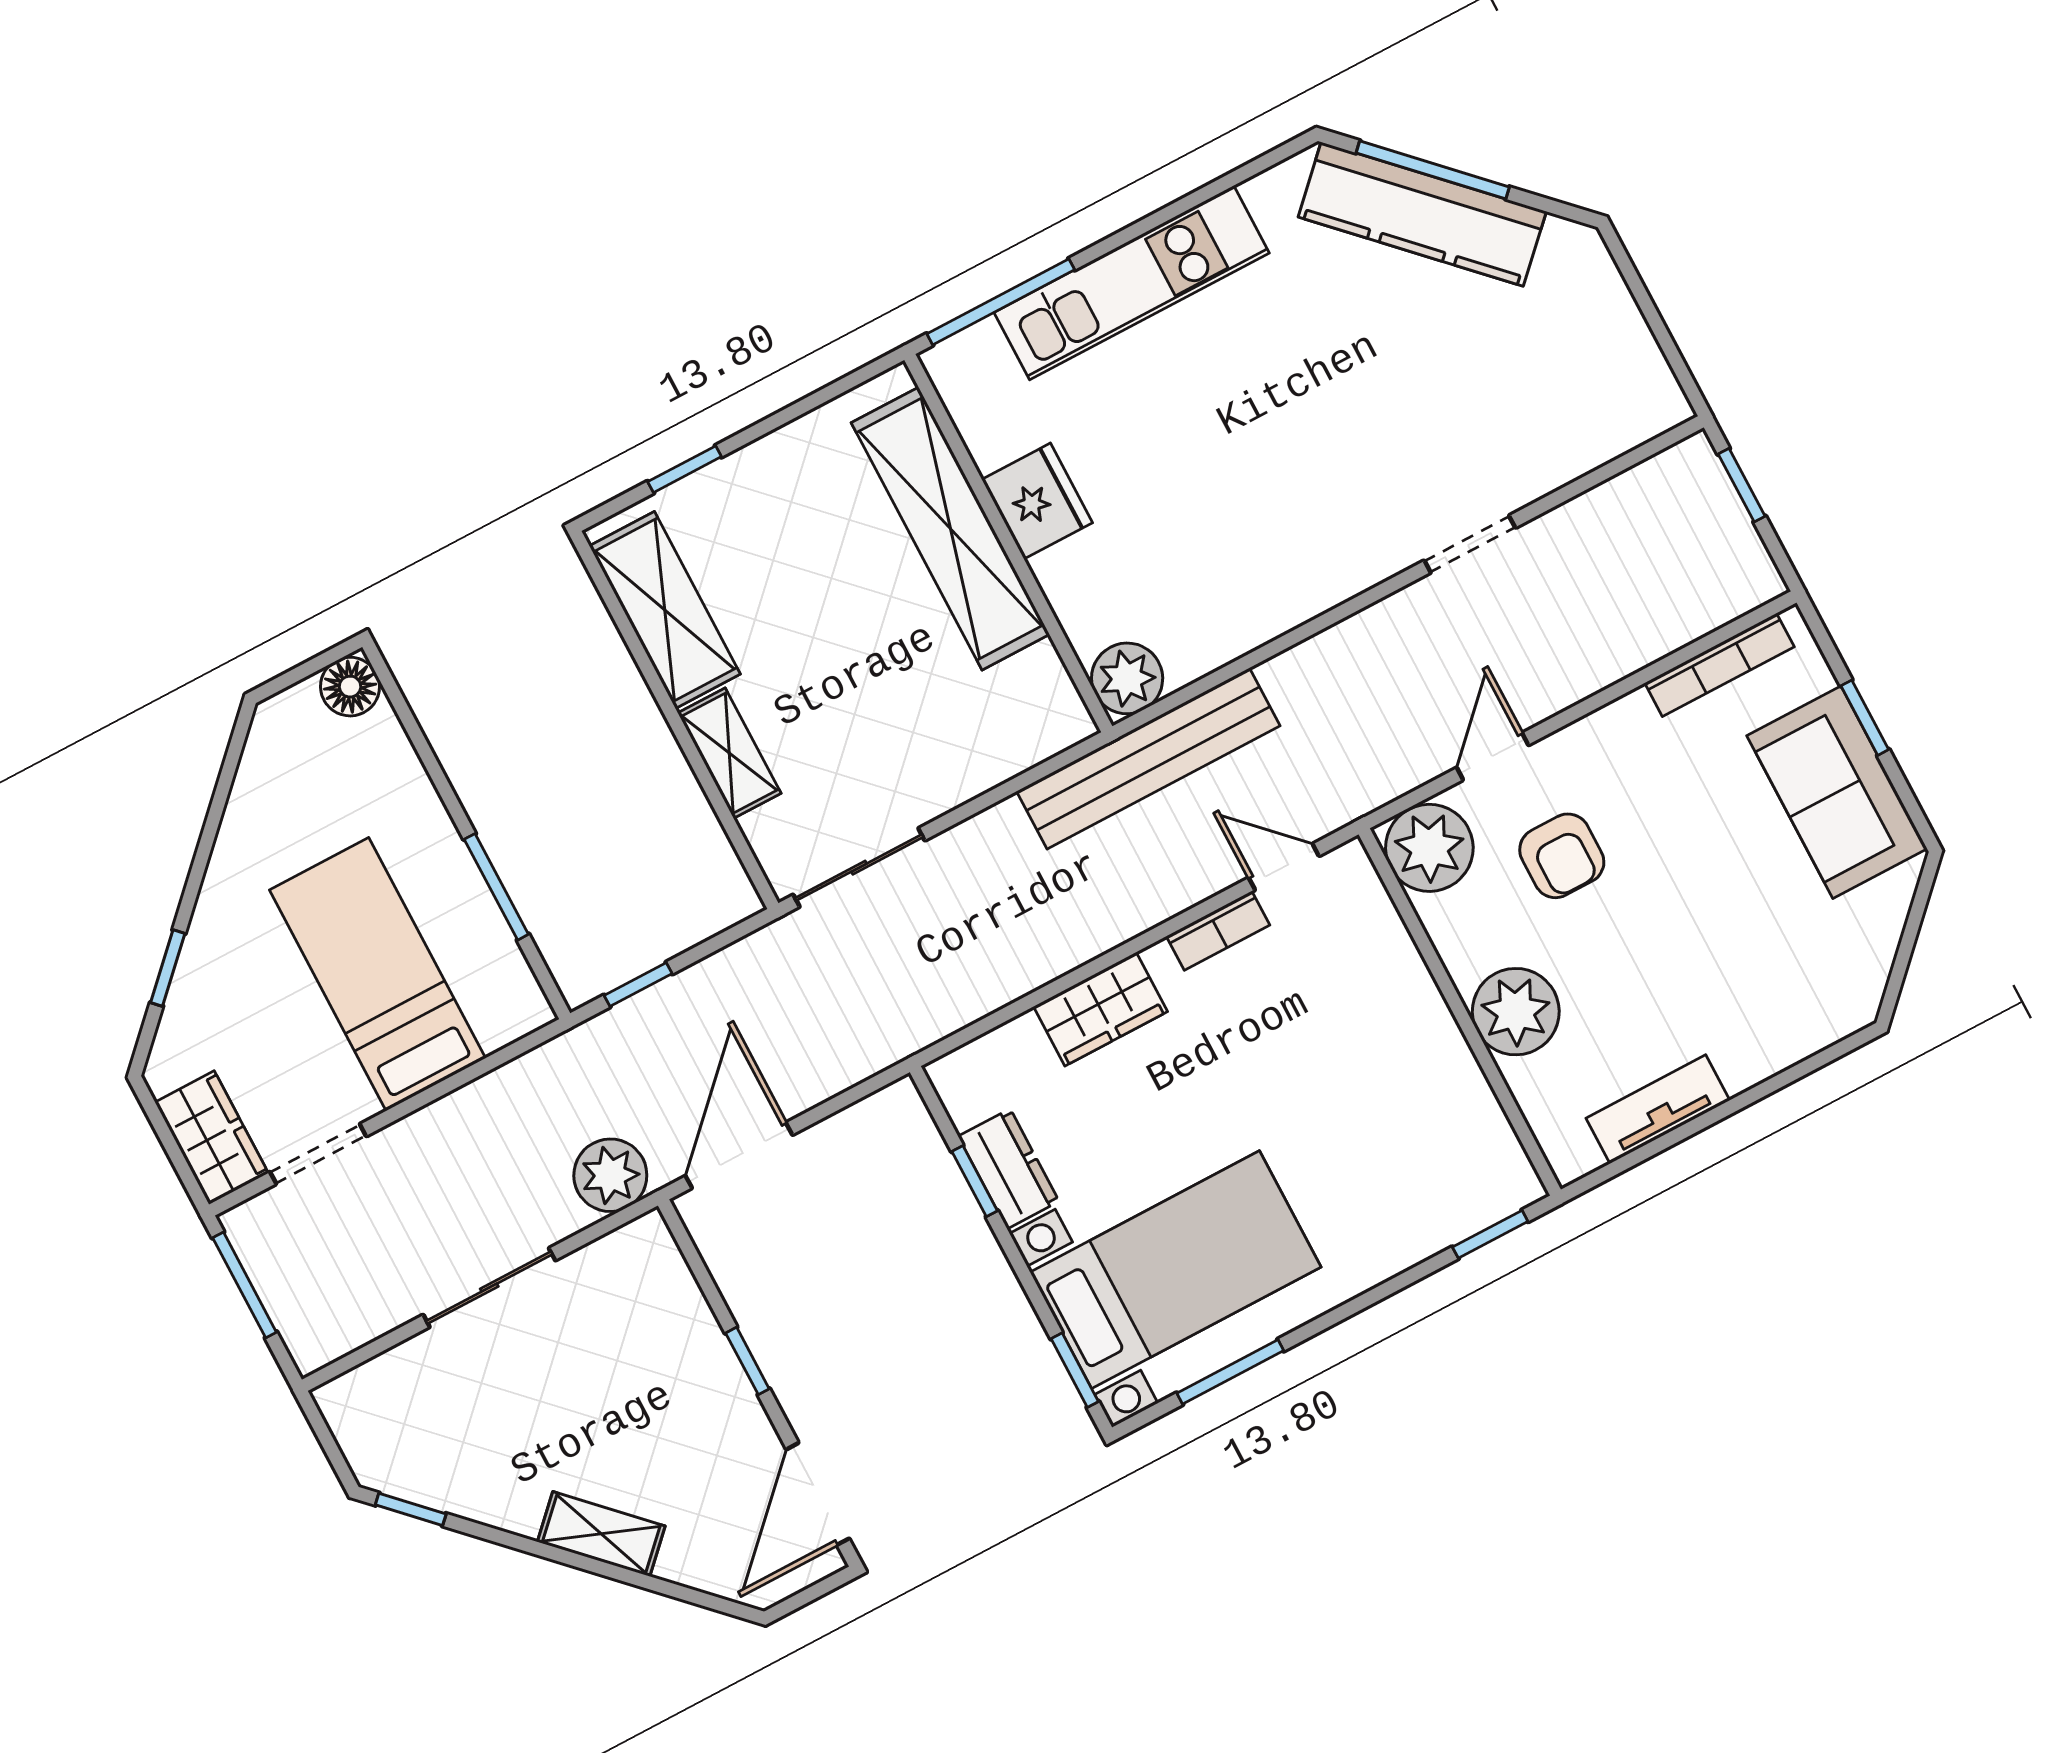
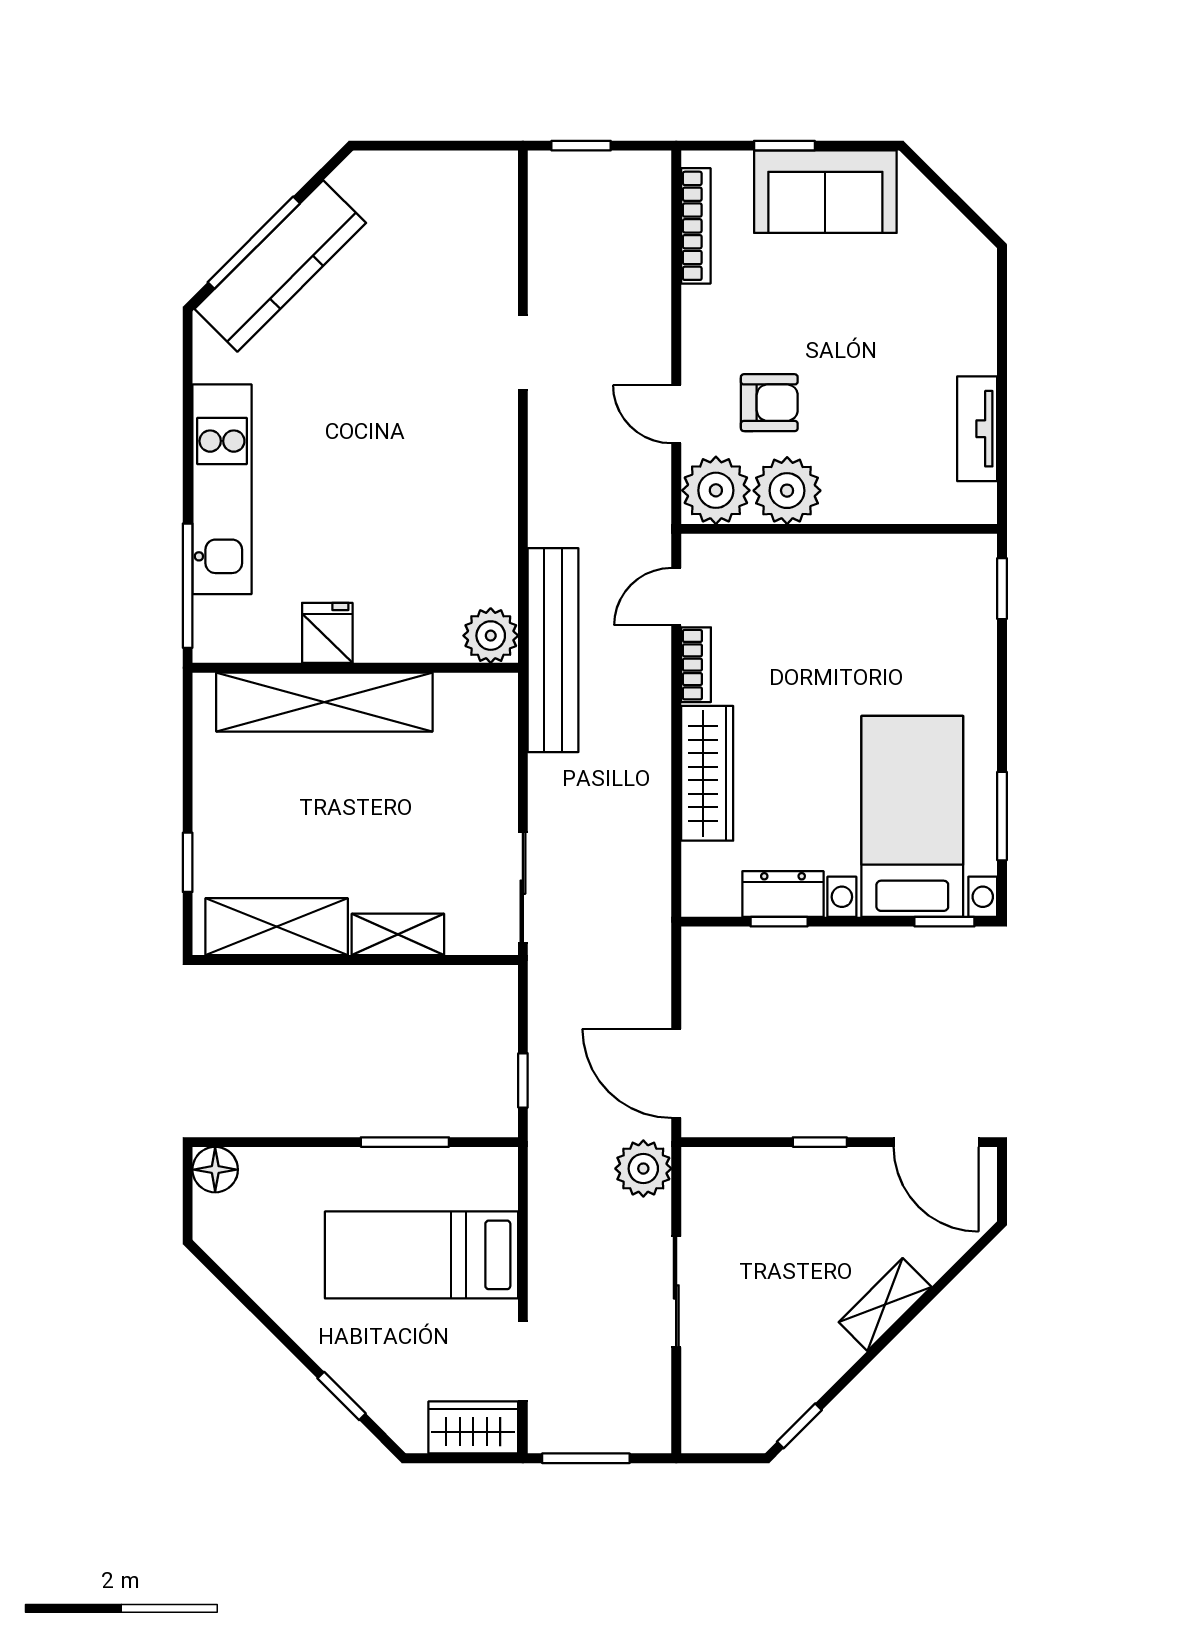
fridge: (1037, 501) -> (327, 633), width x0.72
wardrobe: (1101, 1009) -> (707, 773), width x1.50
plant: (1516, 1012) -> (787, 491), moved

